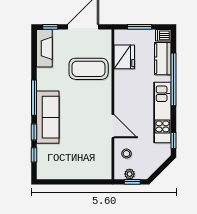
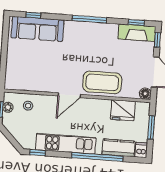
floor lamp: (106, 35) -> (145, 94), added
coffee table: (89, 69) -> (102, 82), moved, turned 90
sofa: (48, 117) -> (38, 29), moved
door: (113, 126) -> (69, 95), moved
window: (34, 132) -> (136, 23), moved

